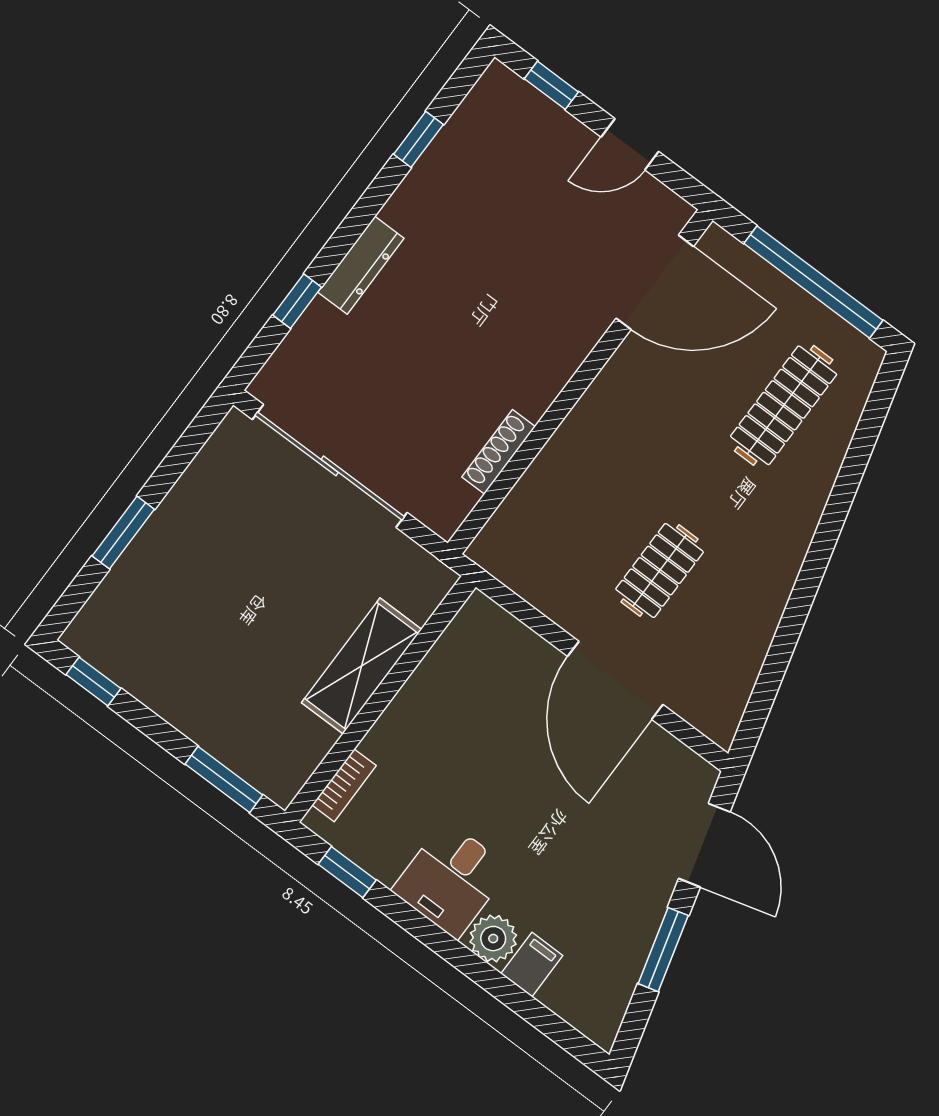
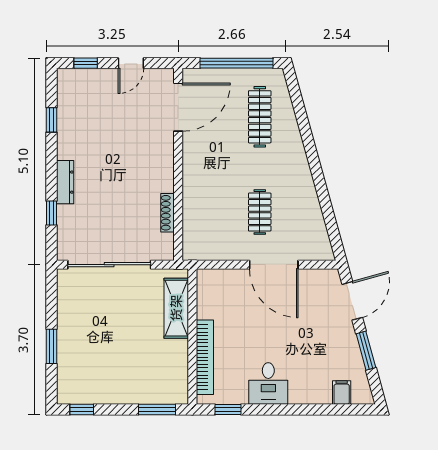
shelving: (362, 666) -> (176, 308), moved
bookcase: (344, 785) -> (205, 357), width x2.31, depth x1.31
door: (704, 845) -> (352, 301), hinge flipped
plant: (493, 939) -> (300, 394), removed
filing cabinet: (532, 965) -> (342, 393), moved

